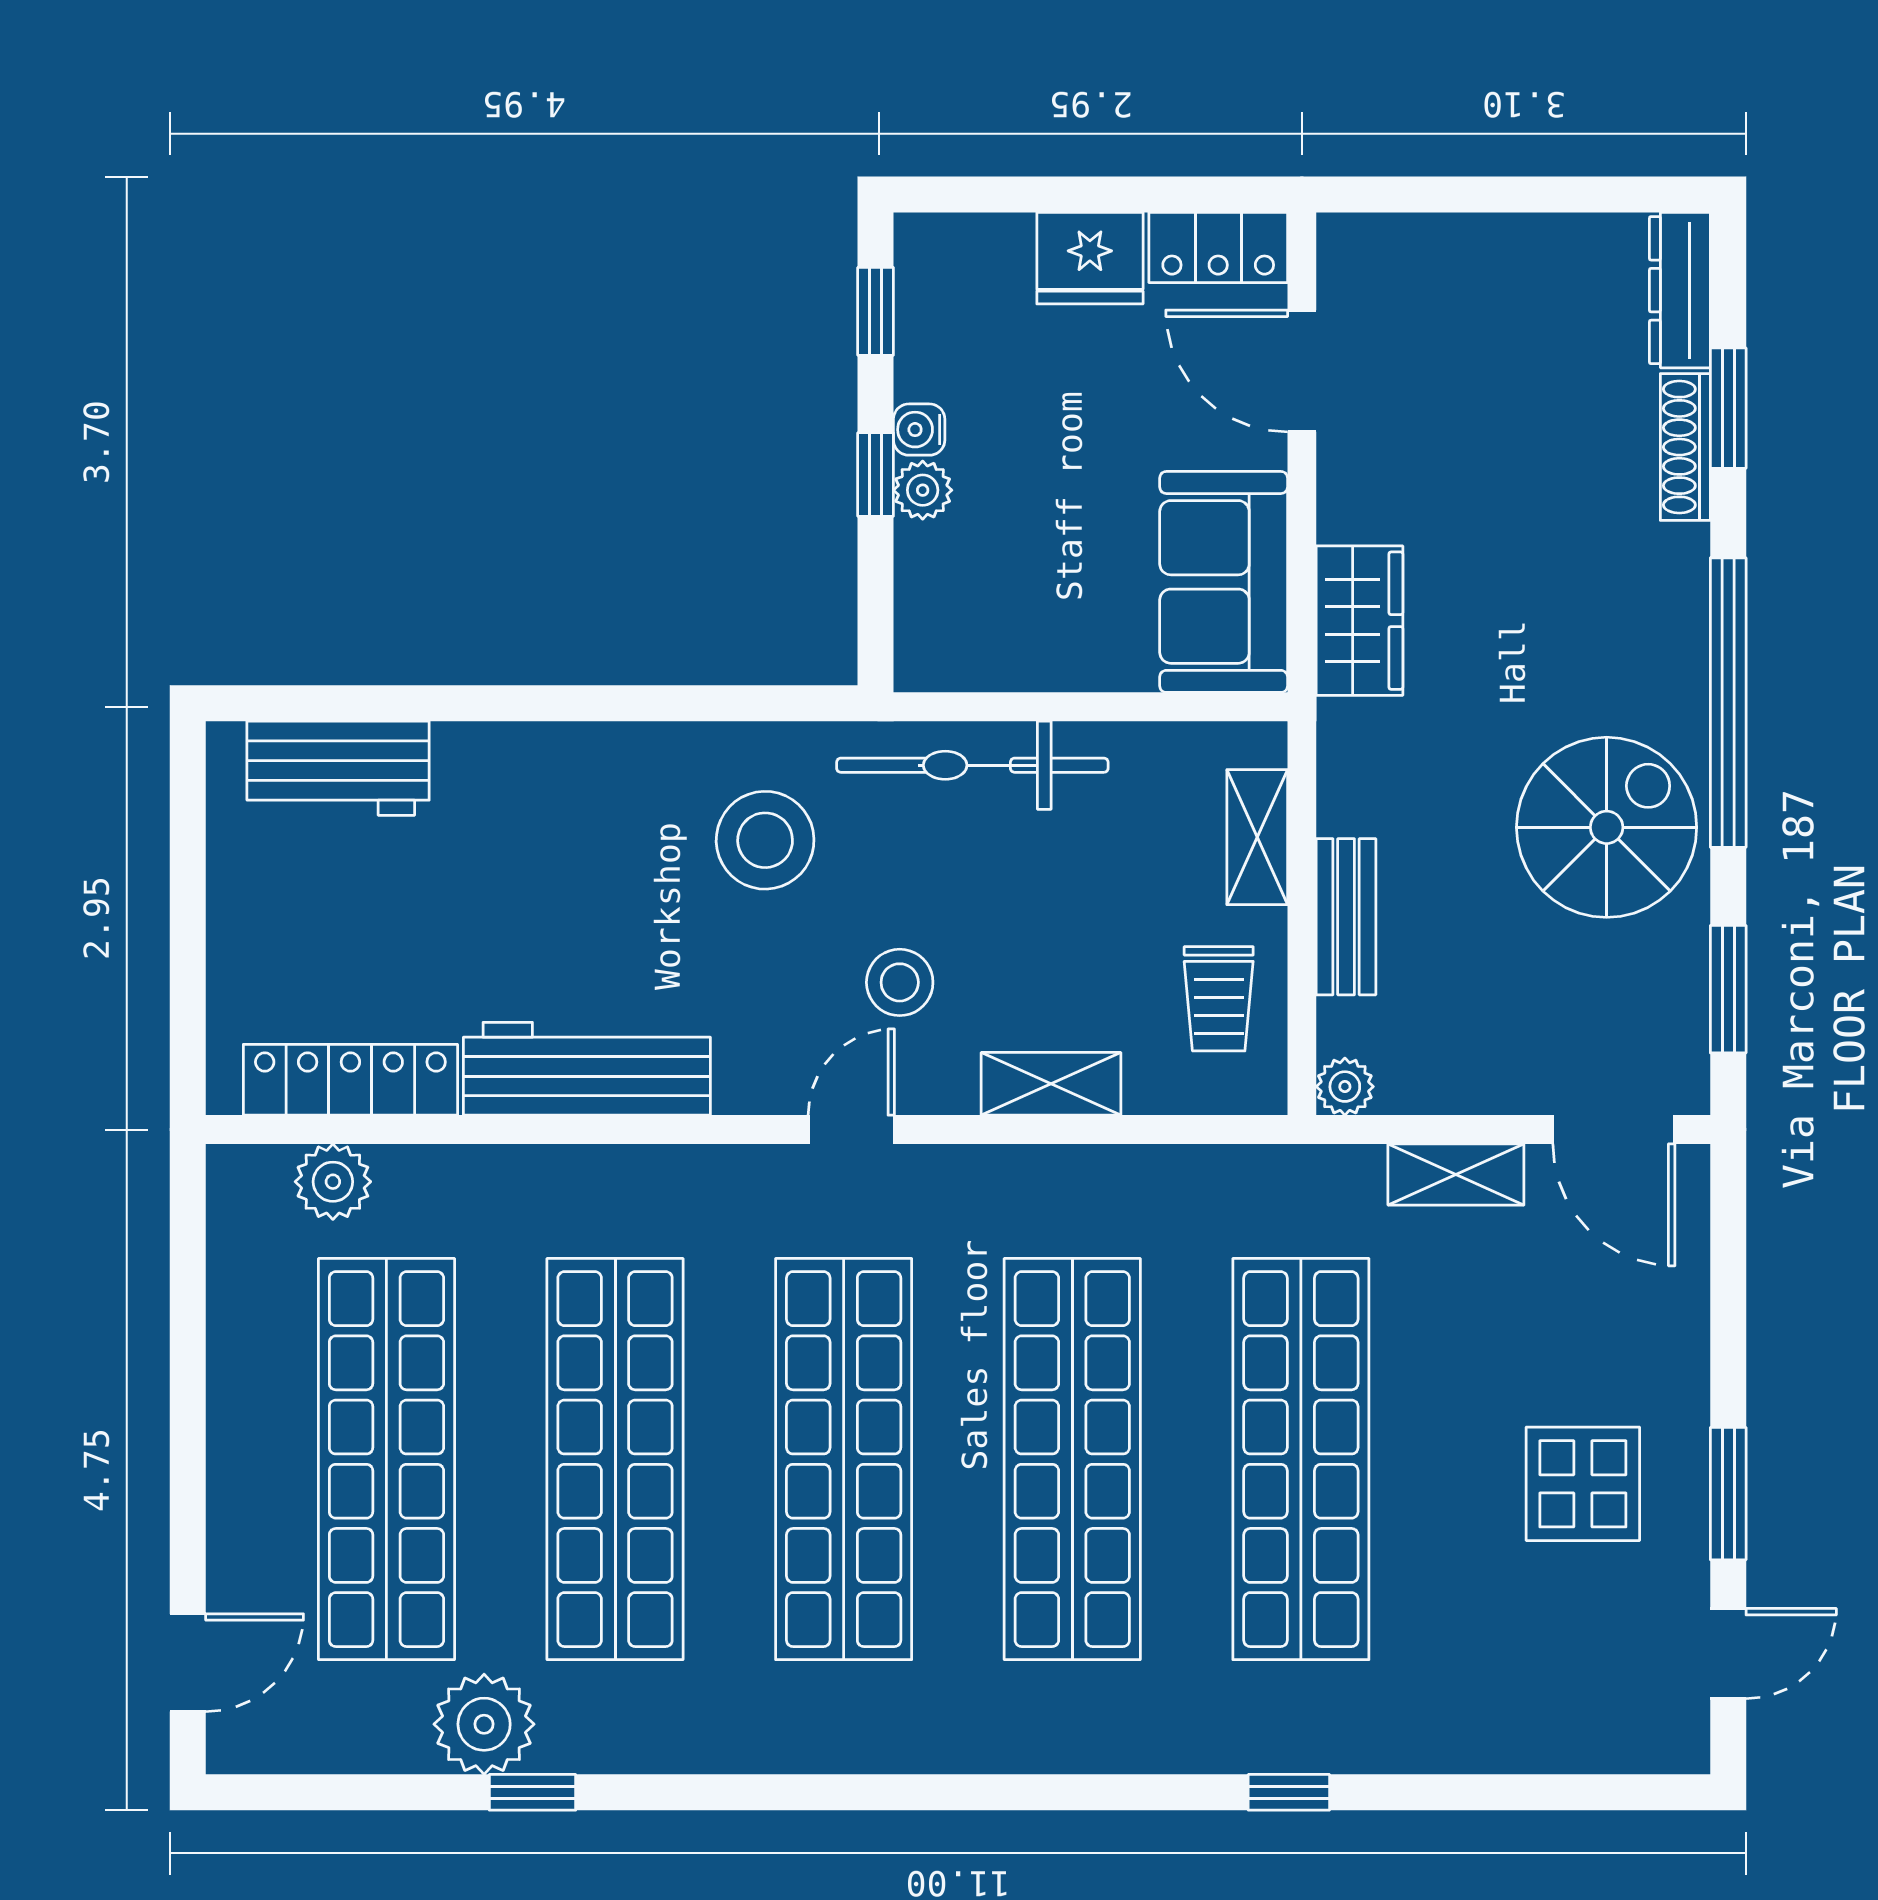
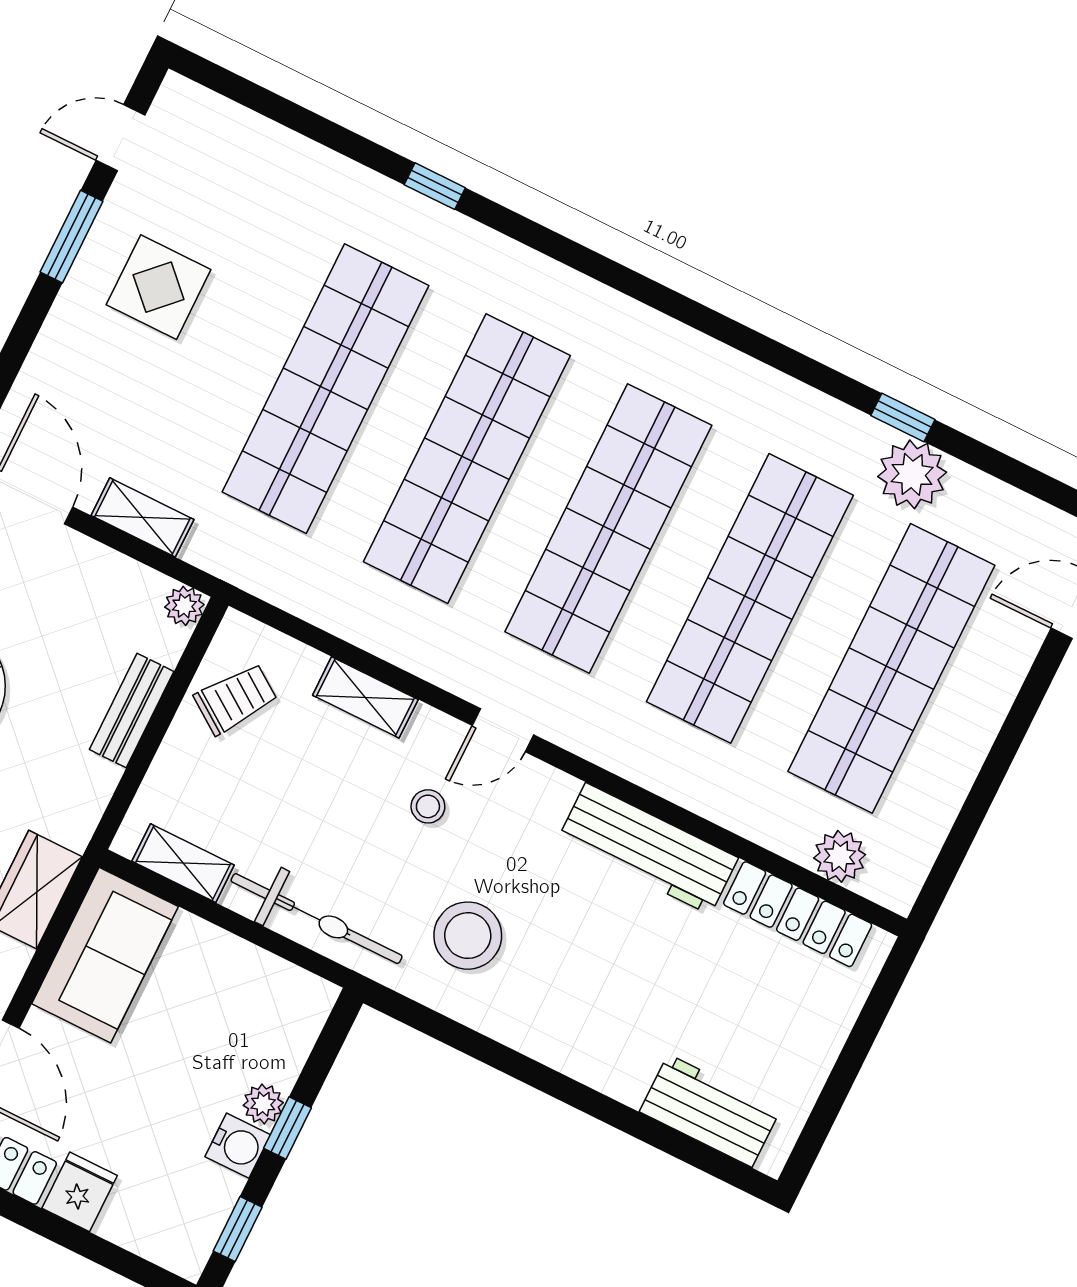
fridge: (1090, 258) -> (80, 1192), width x0.72
water cooler: (919, 430) -> (238, 1146), width x1.38, depth x1.38
shelving: (1257, 837) -> (183, 863), moved, turned 90
stool: (900, 982) -> (428, 806), width x0.73, depth x0.73
trolley: (1219, 999) -> (236, 699), turned 35

